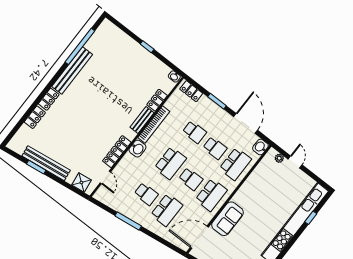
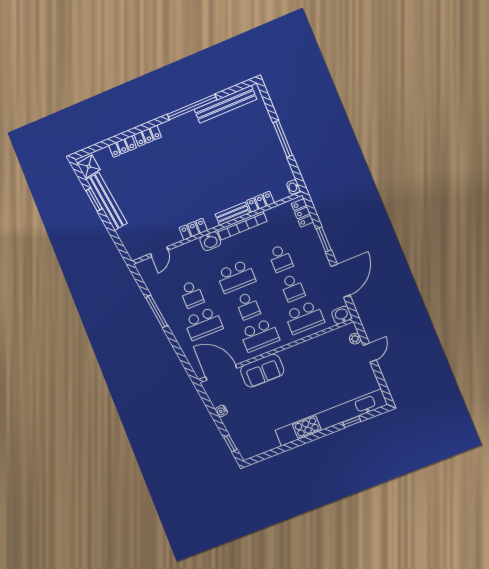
window: (80, 46) -> (192, 107), moved
window: (147, 47) -> (283, 139), width x2.17
bench: (72, 70) -> (225, 104), moved
locker: (117, 152) -> (193, 229), width x0.66
shower: (81, 182) -> (89, 167), moved

